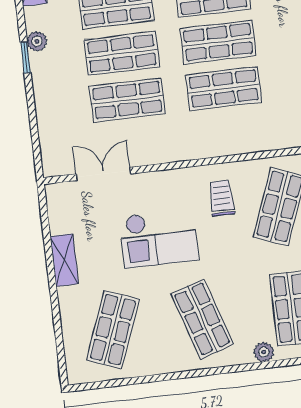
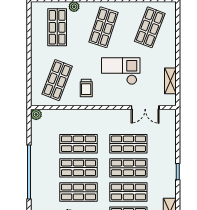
plant: (37, 41) -> (171, 179), removed
shelving: (64, 260) -> (170, 81), moved
shop shelf: (202, 319) -> (103, 27), turned 36

